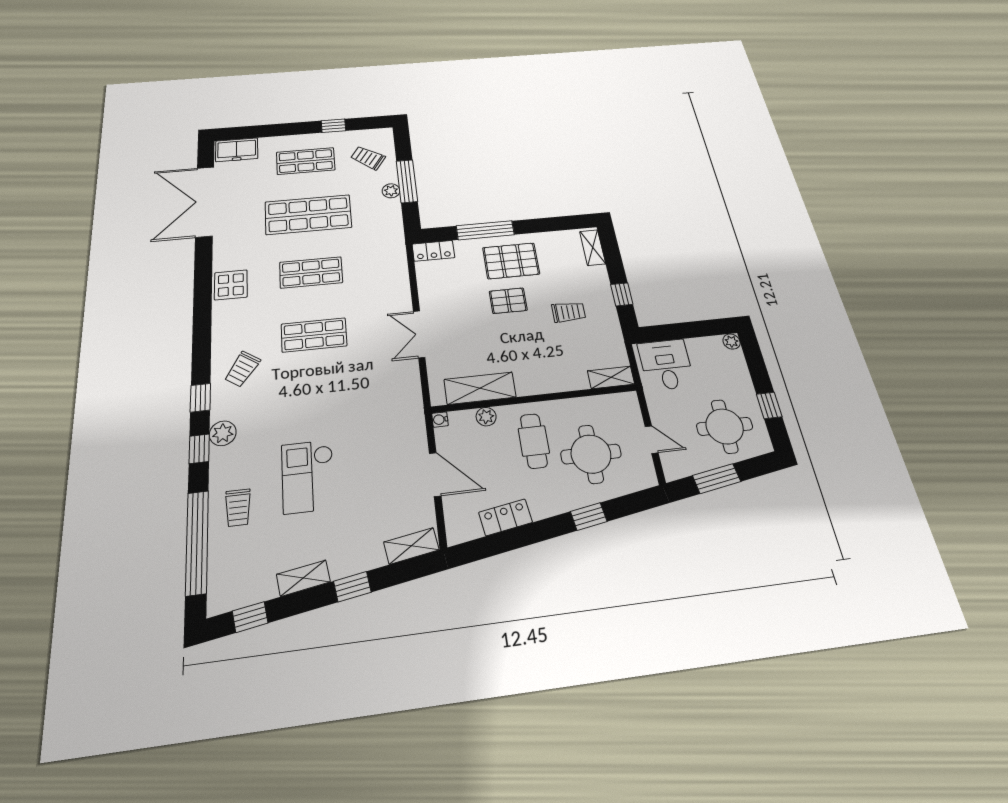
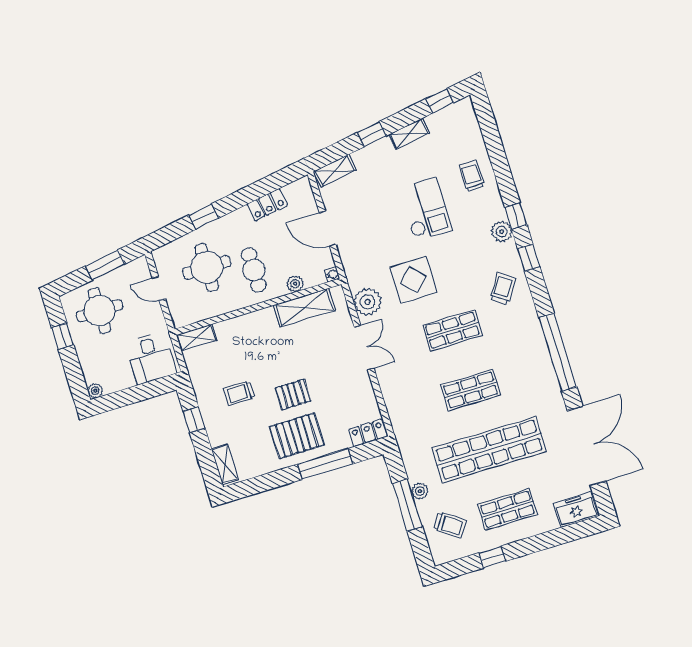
shop shelf: (308, 215) -> (489, 450), width x1.40
display table: (231, 285) -> (413, 280), moved, width x1.36, depth x1.36
plant: (404, 382) -> (367, 302), added
window: (197, 542) -> (558, 352), moved

